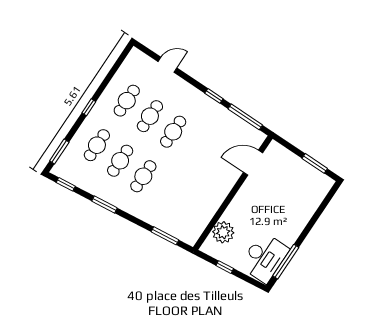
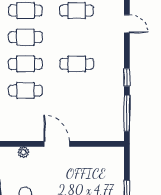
cafe table: (150, 116) -> (25, 91), moved
door: (253, 163) -> (57, 144), moved
plant: (223, 232) -> (23, 152), width x0.53, depth x0.53

